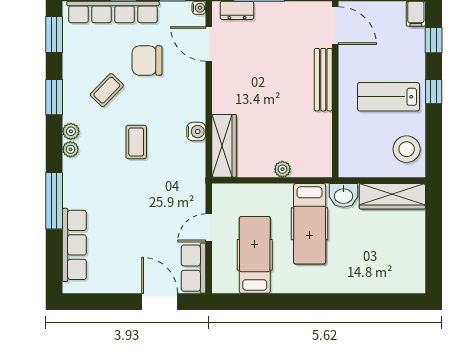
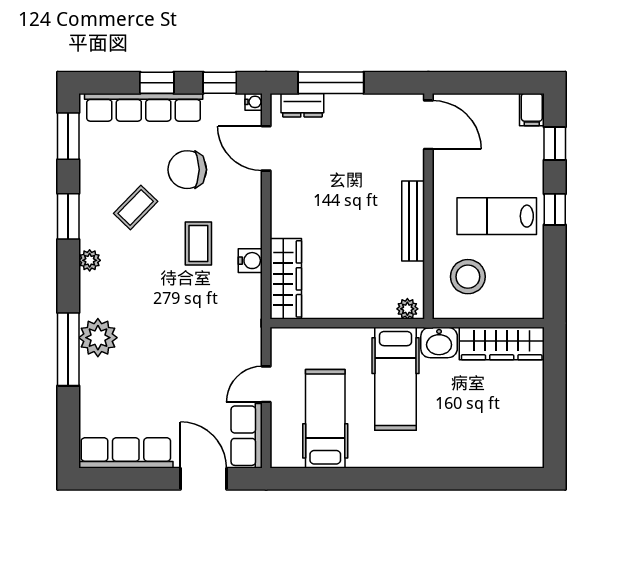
bench: (323, 80) -> (413, 221), moved
coffee table: (136, 142) -> (198, 244), moved
plant: (70, 149) -> (98, 338), moved, width x1.88, depth x1.88
stool: (407, 149) -> (468, 277), moved
plant: (282, 169) -> (407, 309), moved
row of seats: (74, 245) -> (126, 453), moved, turned -90

